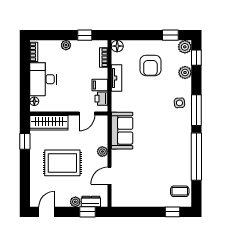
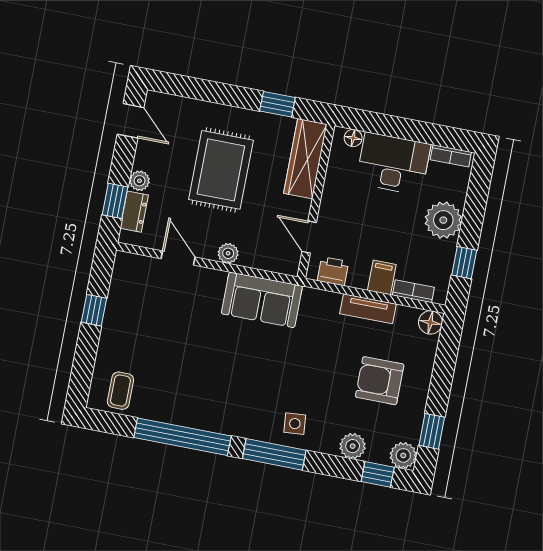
plant: (66, 45) -> (443, 220), width x1.88, depth x1.88
filing cabinet: (100, 85) -> (382, 277), moved
window: (172, 212) -> (94, 310), moved

